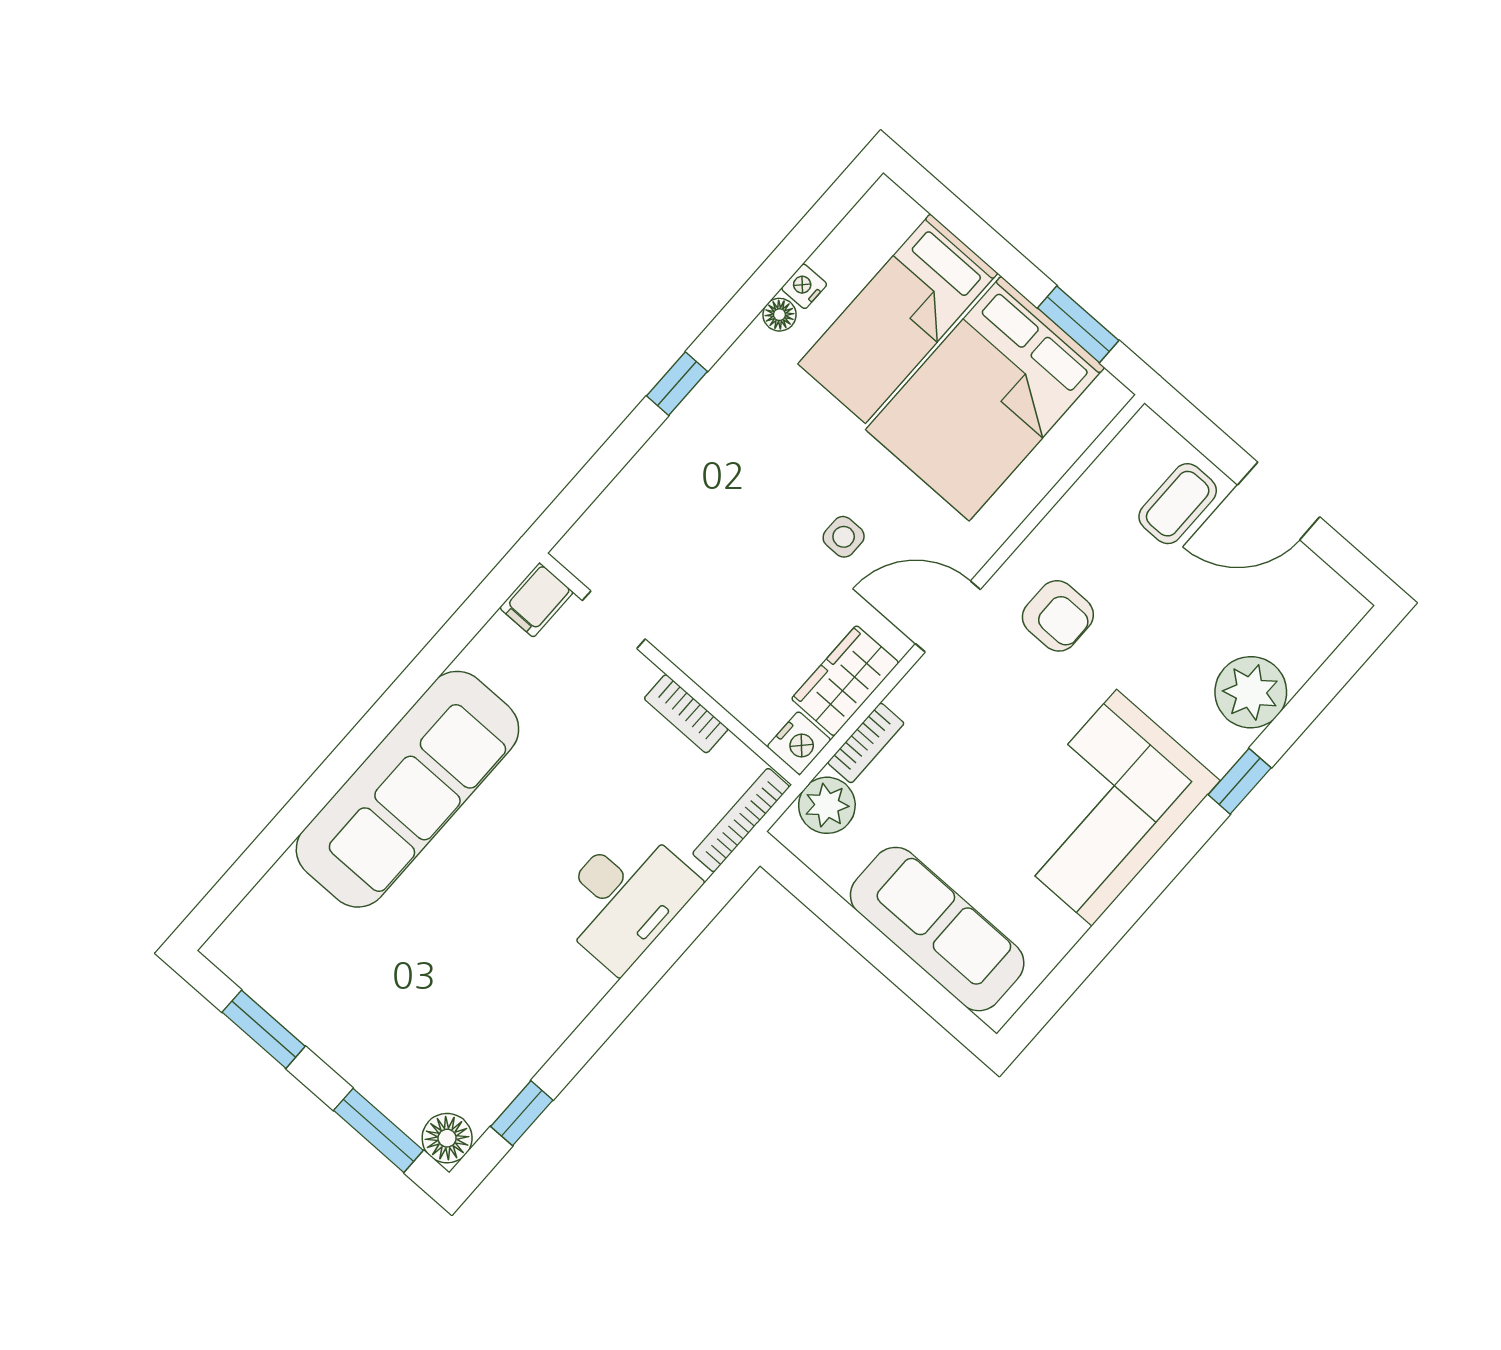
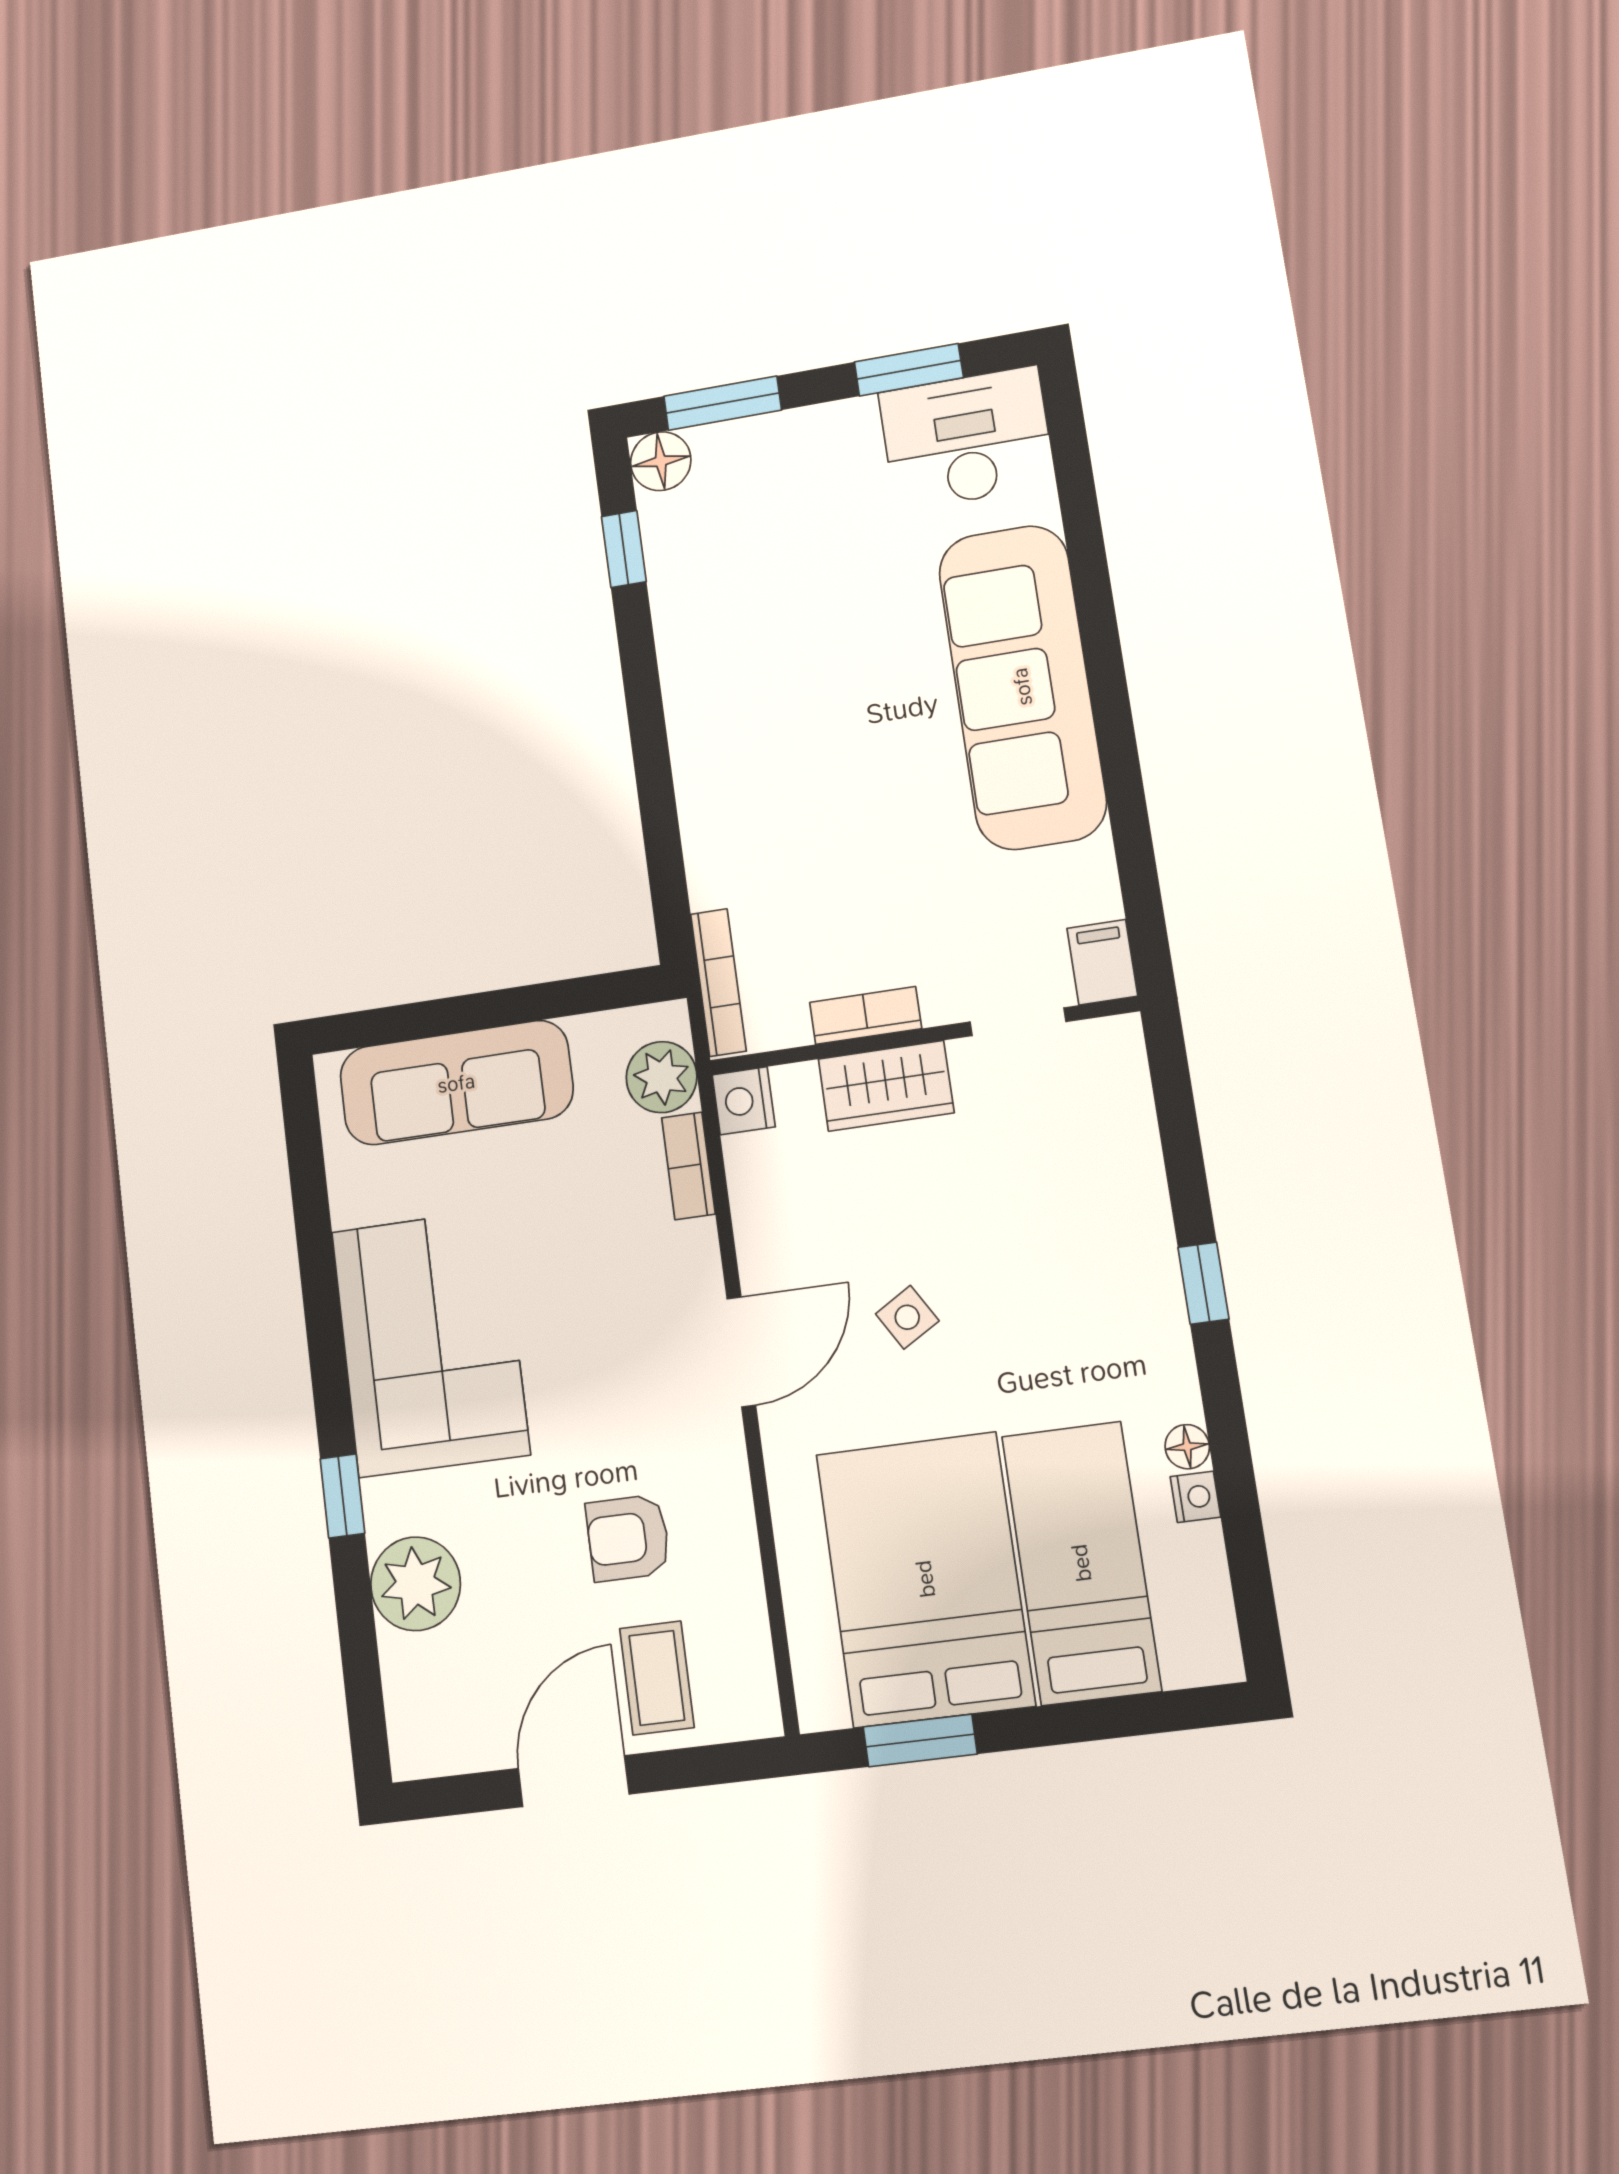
side table: (844, 537) -> (907, 1317), turned -31
armchair: (1058, 616) -> (628, 1538), moved
wardrobe: (845, 681) -> (886, 1086), moved, turned 90
desk: (625, 897) -> (967, 439), moved, turned 90

